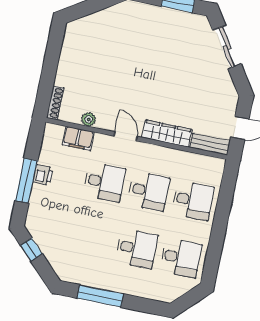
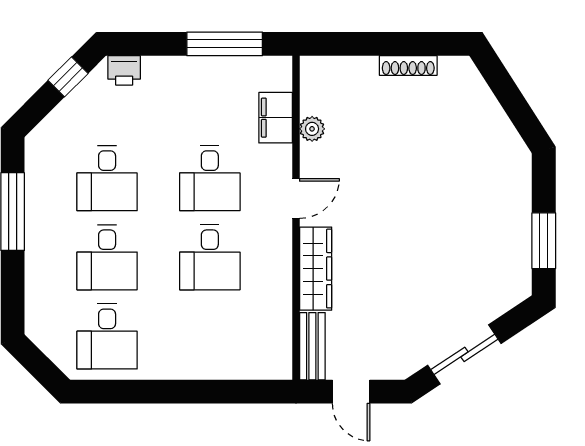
sliding door: (227, 47) -> (464, 354), moved
shoe rack: (55, 103) -> (408, 65), moved
printer: (43, 175) -> (124, 70), moved
window: (26, 181) -> (225, 44), moved
desk: (193, 200) -> (107, 178), moved

